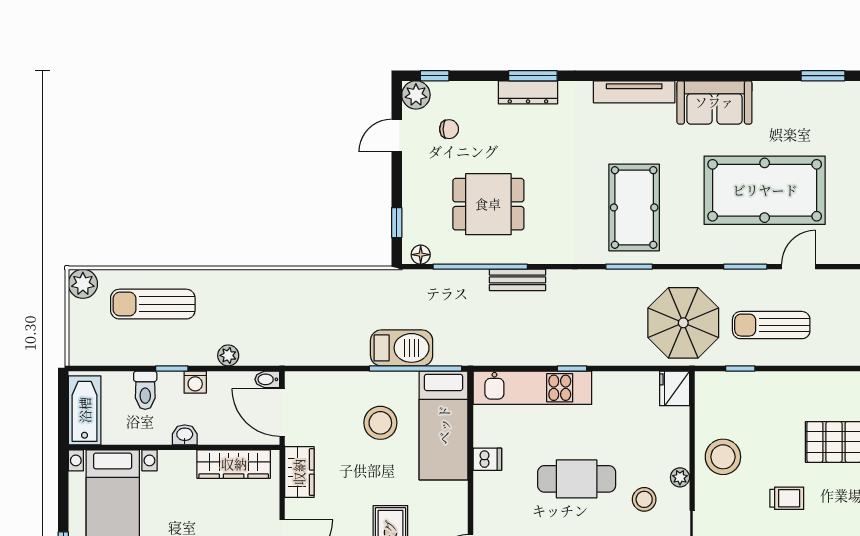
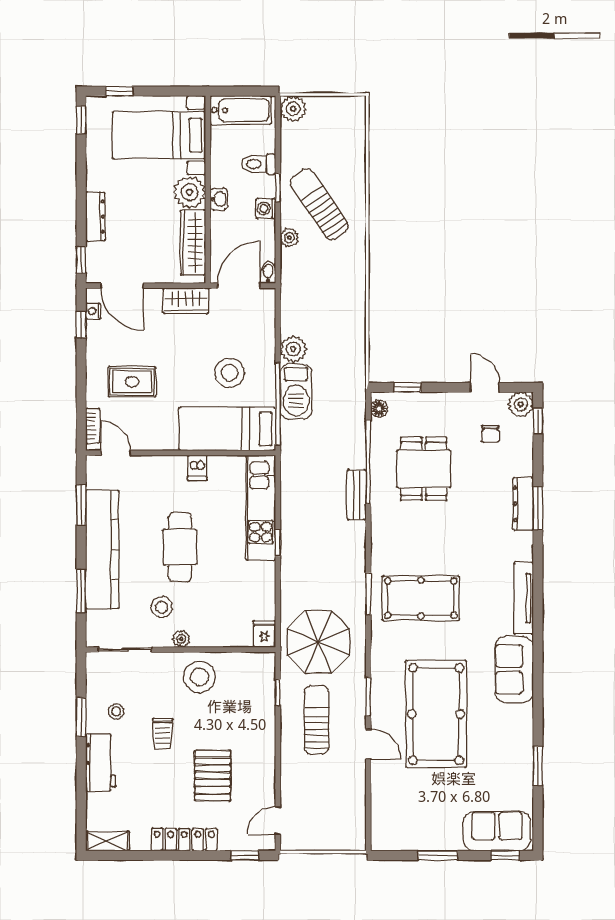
plant: (83, 284) -> (293, 109), moved
sun lounger: (153, 304) -> (319, 204), moved, turned -34
plant: (353, 351) -> (293, 349), added
fridge: (675, 388) -> (264, 634), width x0.72
plant: (177, 468) -> (190, 192), added

